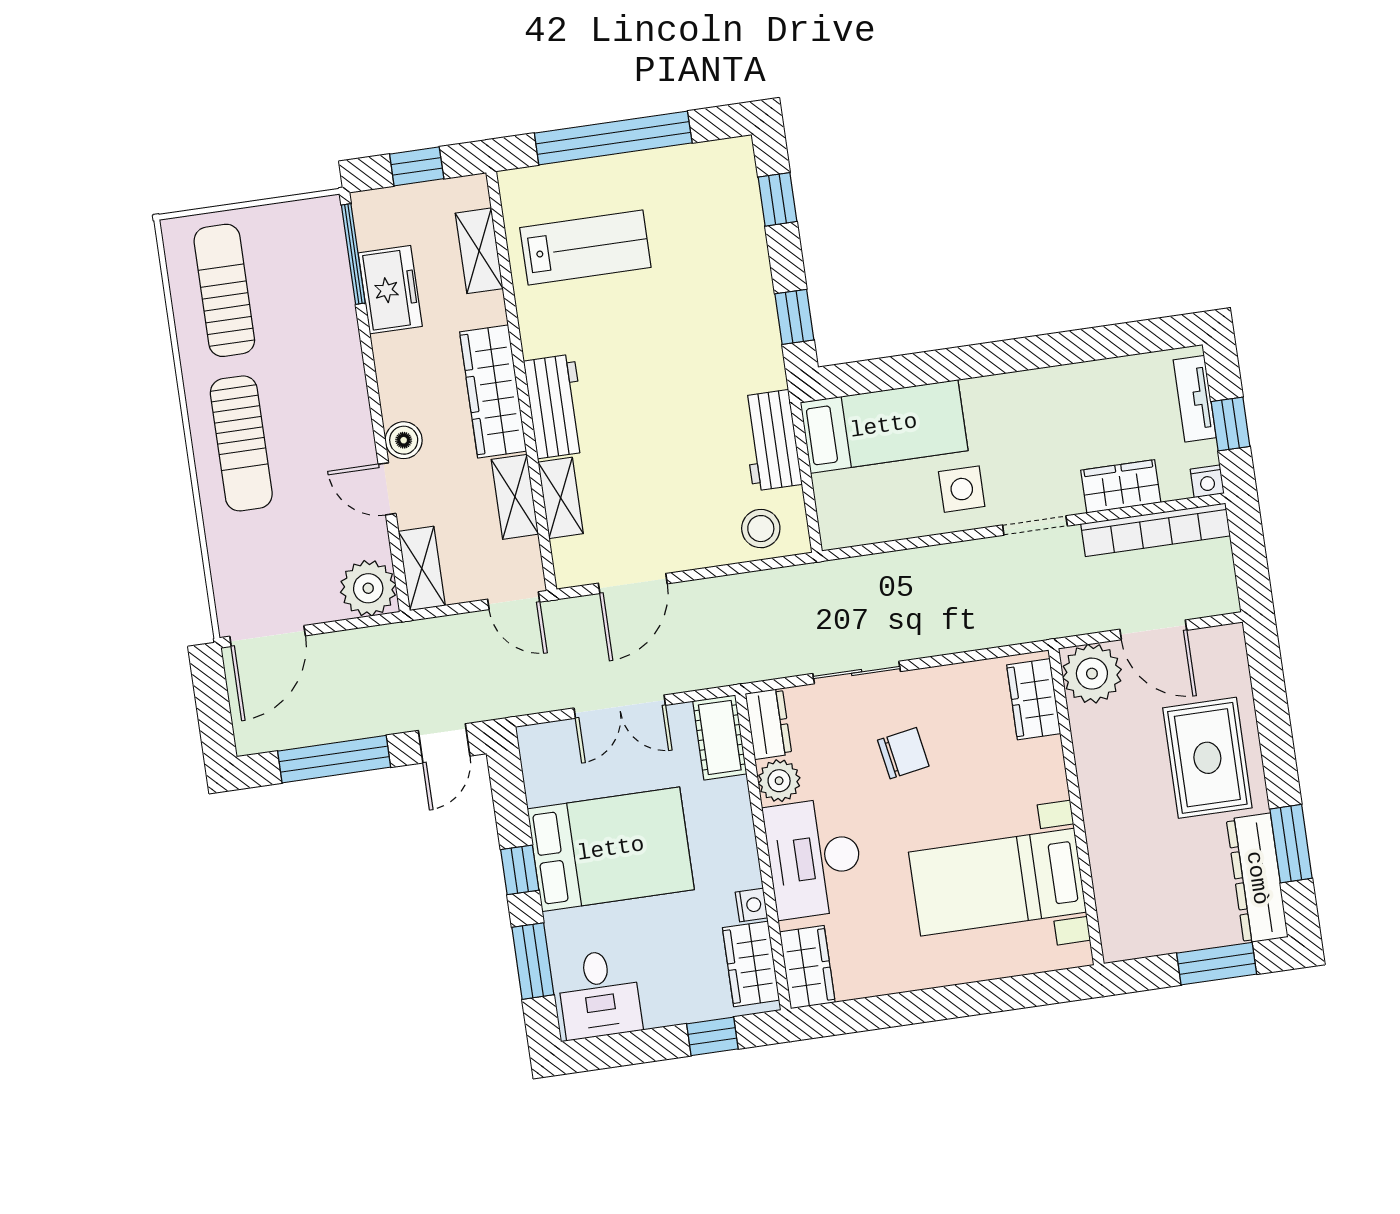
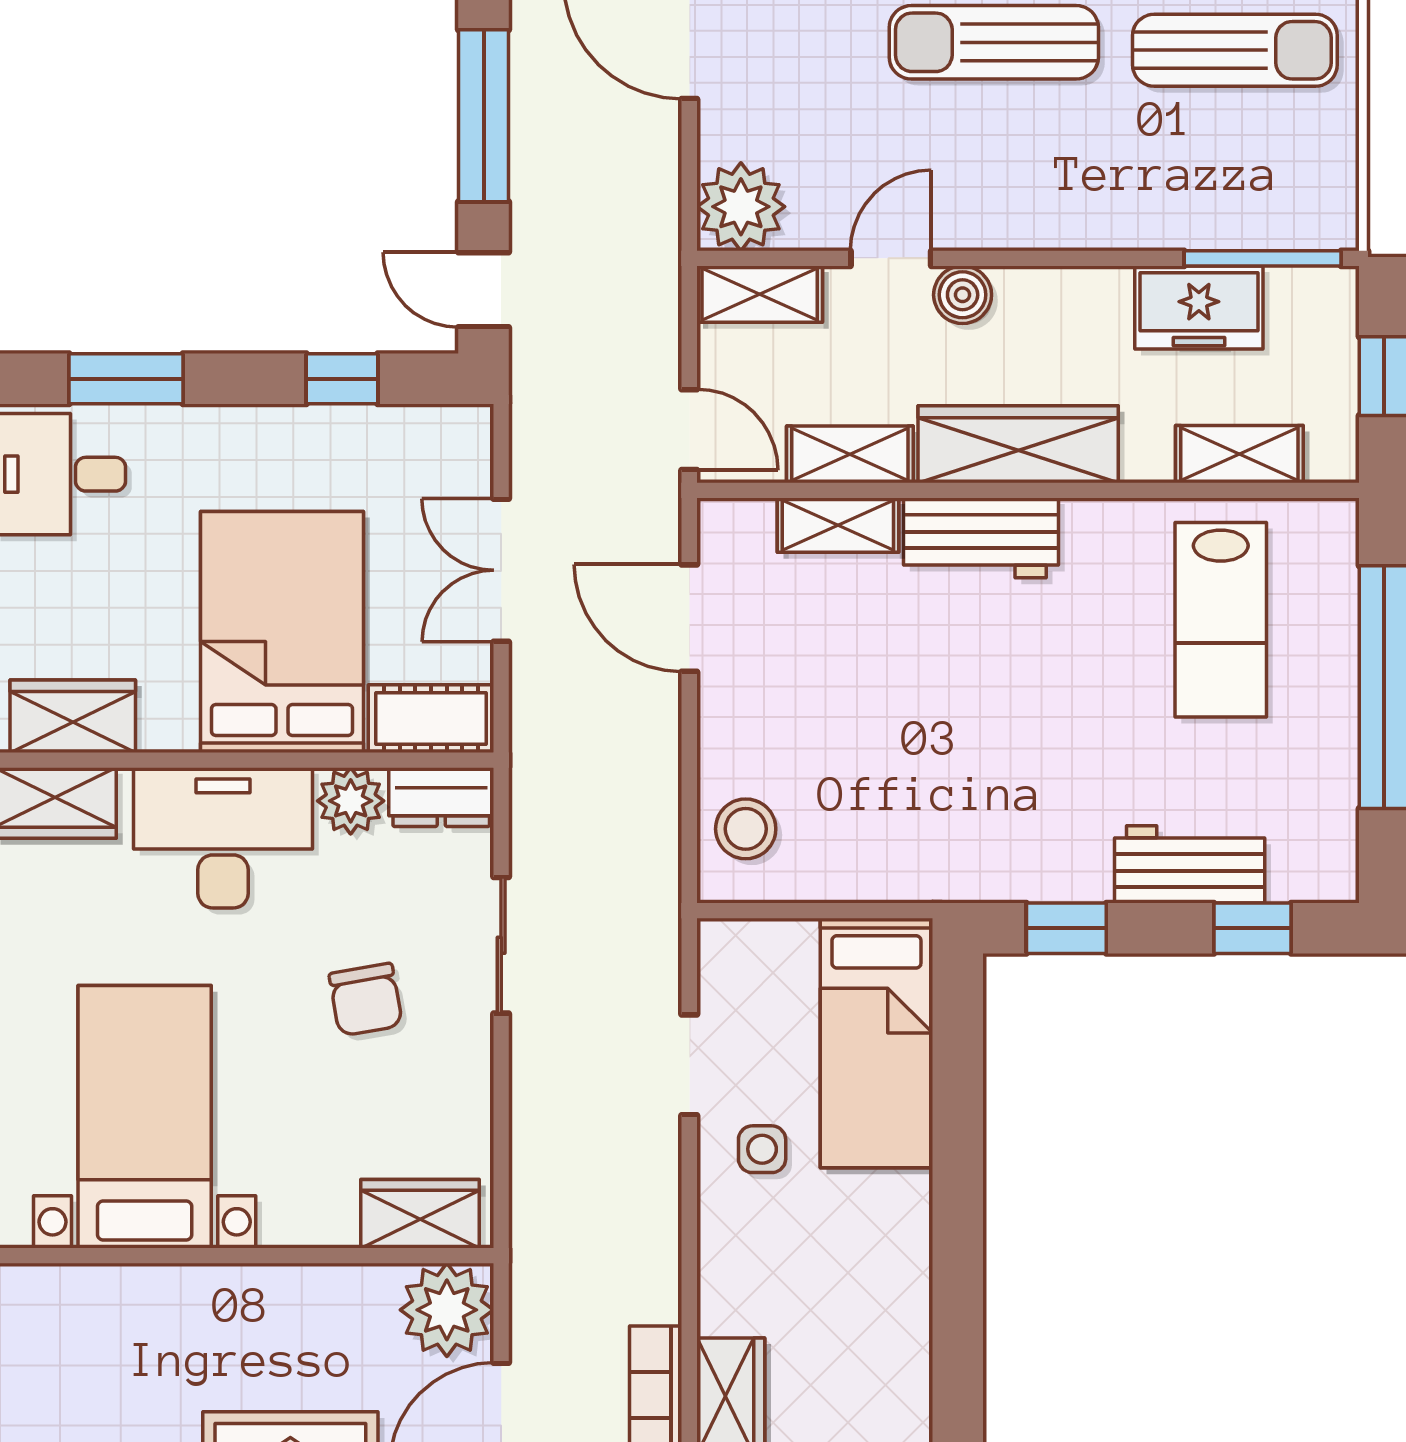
workbench: (771, 440) -> (1190, 864), moved
side table: (962, 489) -> (762, 1149), width x0.73, depth x0.73
doorway: (1035, 525) -> (689, 1065), moved
door: (514, 601) -> (689, 430), swing flipped
bed: (611, 849) -> (282, 632), moved, turned 180
window: (520, 870) -> (342, 379), moved
nightstand: (751, 905) -> (164, 730), removed

